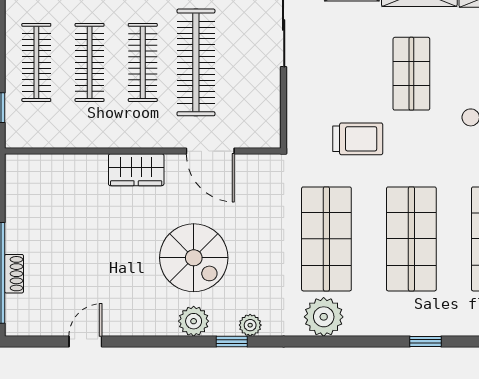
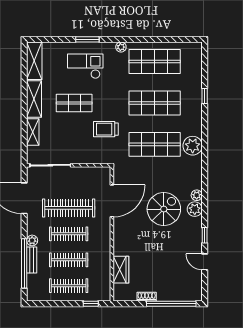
trolley: (358, 139) -> (106, 129), turned -90
door: (210, 151) -> (112, 201), width x1.36
wardrobe: (136, 170) -> (121, 270), moved
shoe rack: (14, 274) -> (147, 297), moved
plant: (250, 325) -> (197, 195), moved
window: (232, 341) -> (205, 235), moved

